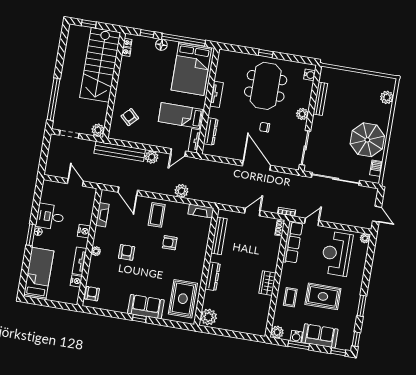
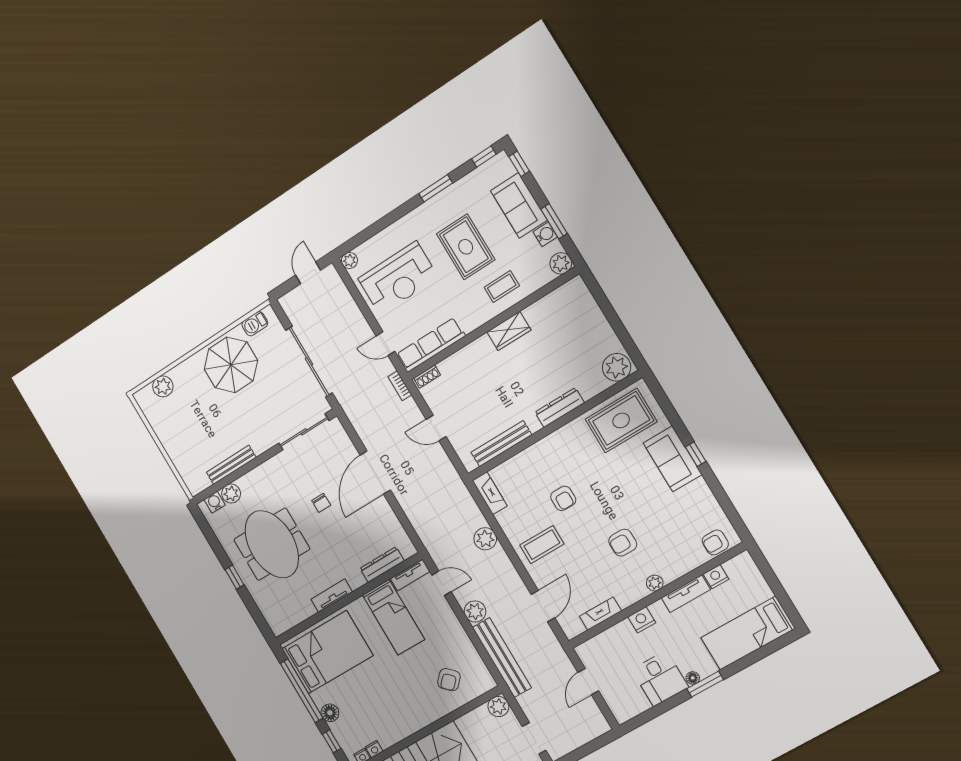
meeting table: (266, 86) -> (272, 544), turned 90
plant: (302, 114) -> (231, 494), moved

